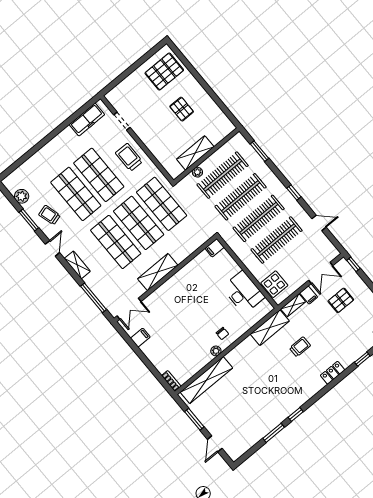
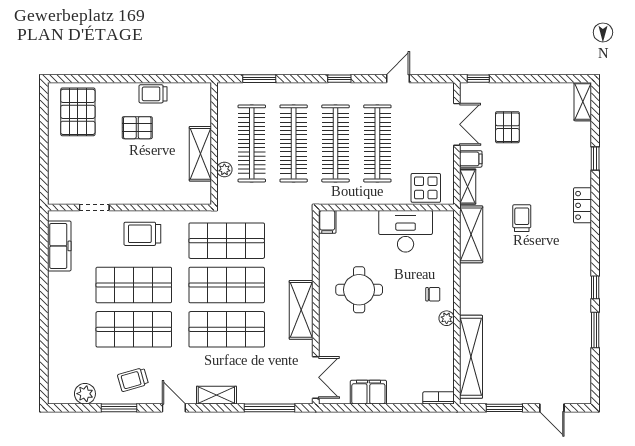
trolley: (206, 103) -> (153, 94), added
round table: (193, 293) -> (359, 290), added
filing cabinet: (140, 338) -> (368, 392), width x2.00

